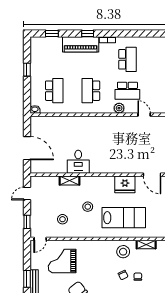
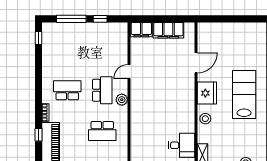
stool: (88, 207) -> (205, 119), moved

